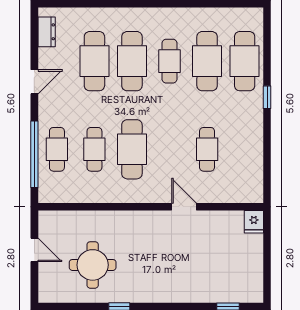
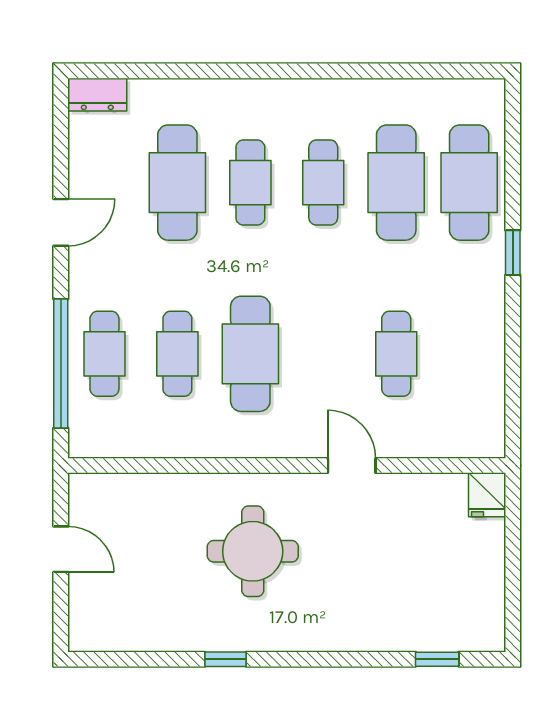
dresser: (47, 32) -> (97, 95), moved, turned 90
cafe table: (132, 61) -> (250, 183), width x0.73, depth x0.74
round table: (93, 265) -> (253, 551), moved

